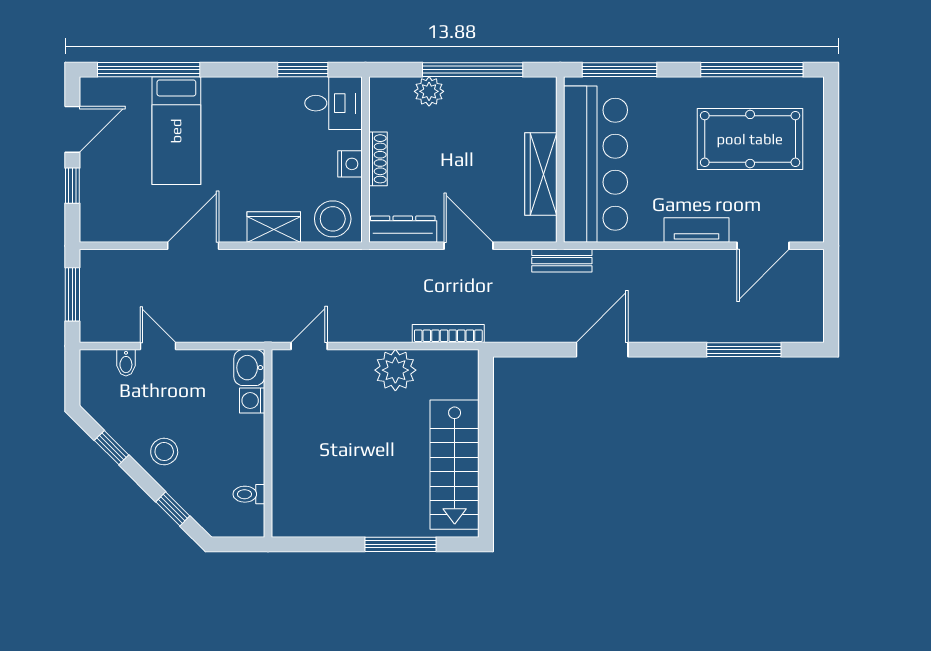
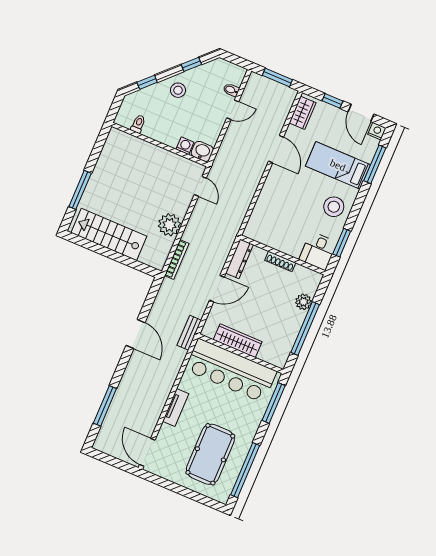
window: (149, 70) -> (375, 164), width x0.68
nightstand: (350, 164) -> (377, 131), moved, turned 180
stool: (333, 219) -> (334, 207), moved
wardrobe: (274, 227) -> (303, 113), moved
door: (763, 246) -> (147, 452), moved

